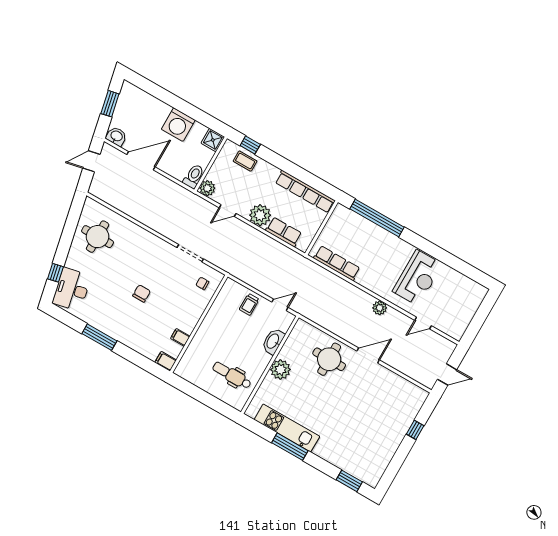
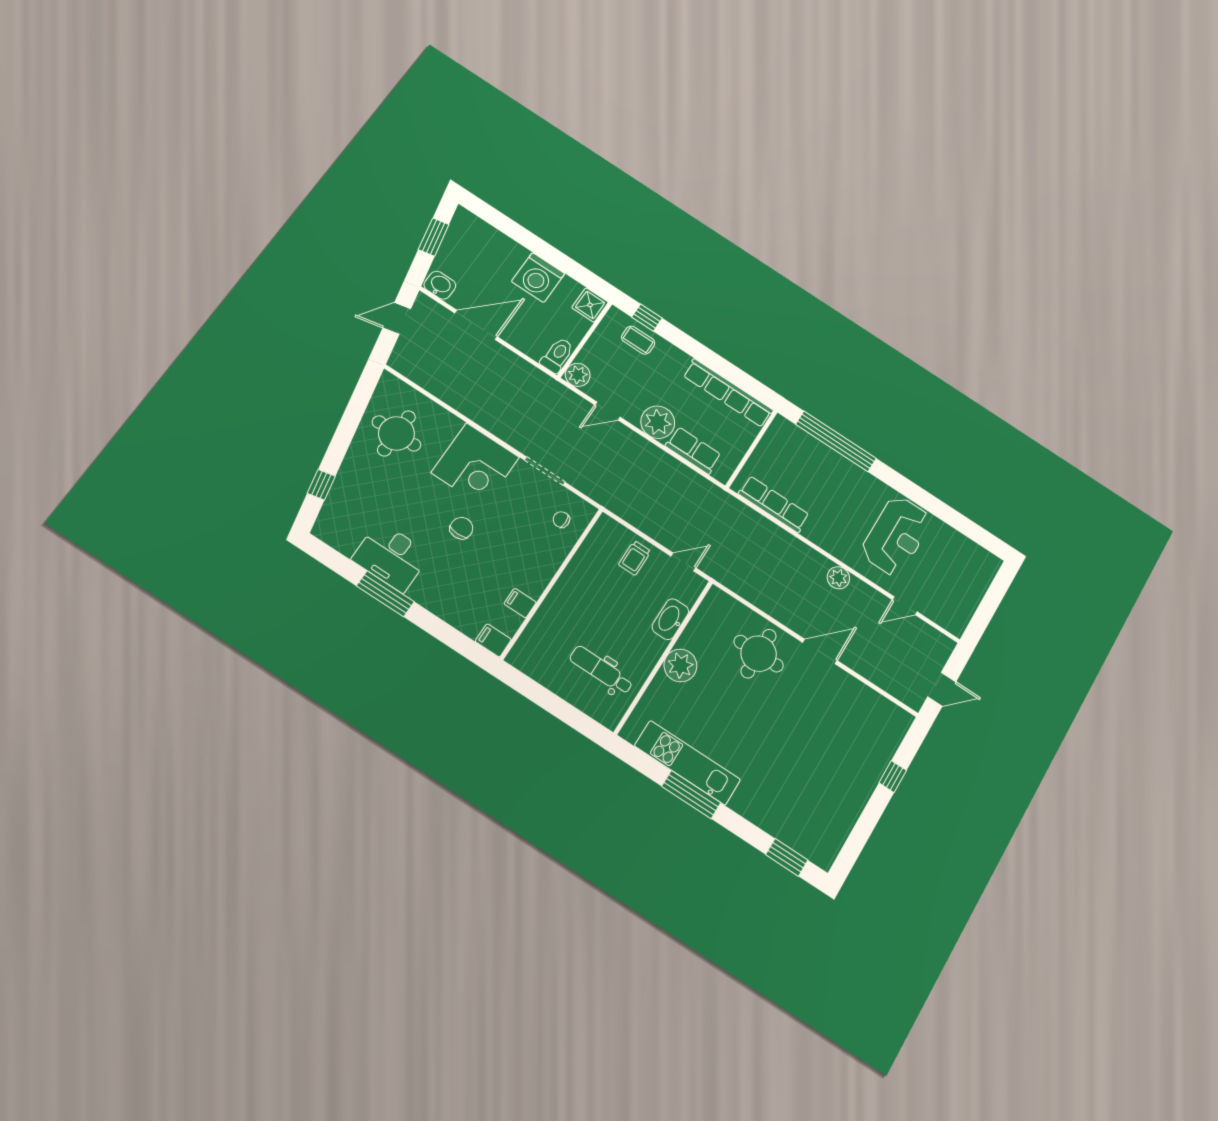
corner desk: (147, 253) -> (475, 465), added
desk: (72, 289) -> (391, 557), moved, turned -78

